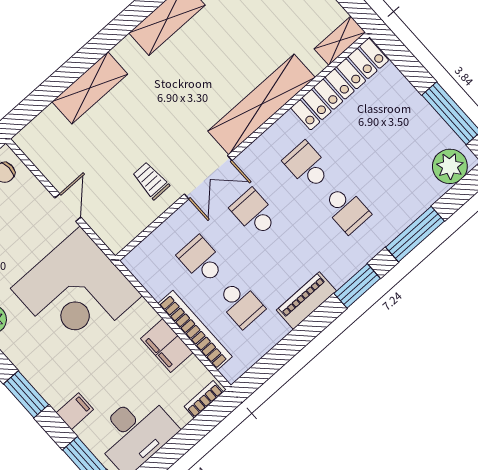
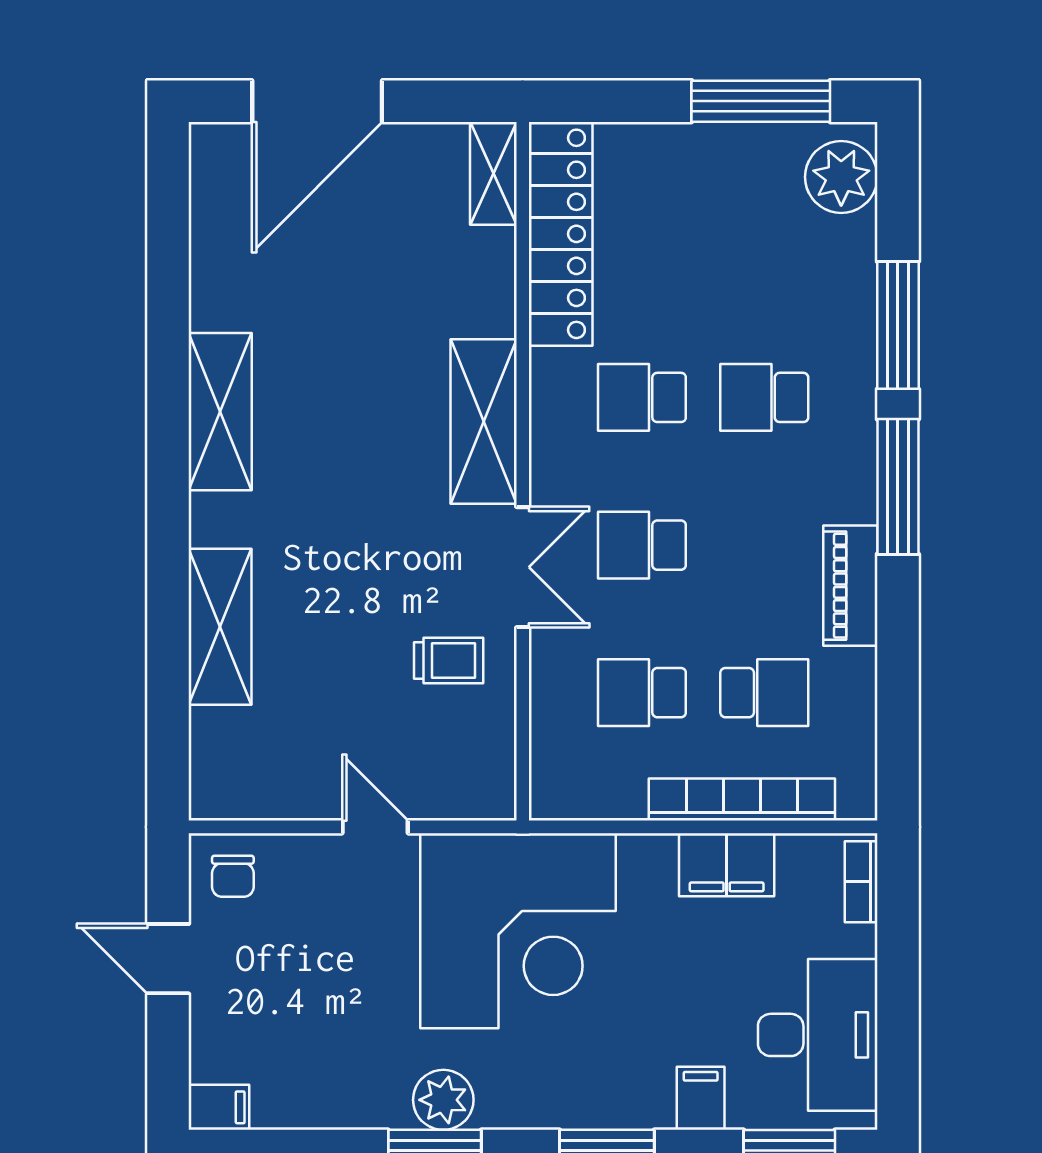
shelving: (261, 104) -> (484, 422), width x0.68
trolley: (151, 181) -> (449, 661), turned 180
school desk: (346, 209) -> (764, 397), turned 180
window: (357, 286) -> (898, 487), width x1.44

